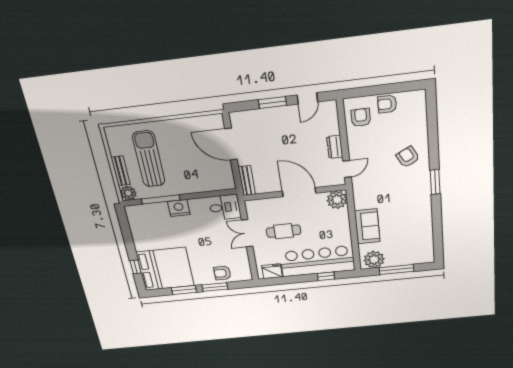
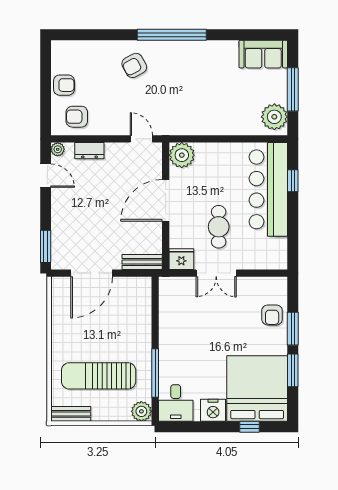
window: (272, 103) -> (46, 246), moved
armchair: (387, 104) -> (64, 85), turned -90
plant: (331, 106) -> (58, 149), added
dresser: (335, 147) -> (89, 151), moved
bench: (121, 171) -> (71, 414), moved
window: (435, 182) -> (172, 35), width x2.11
desk: (225, 207) -> (176, 403), moved, turned 180
nightstand: (179, 208) -> (213, 410), moved, turned -90
sofa: (367, 226) -> (263, 54), moved, turned 180
fridge: (272, 271) -> (181, 259), moved, turned 90

